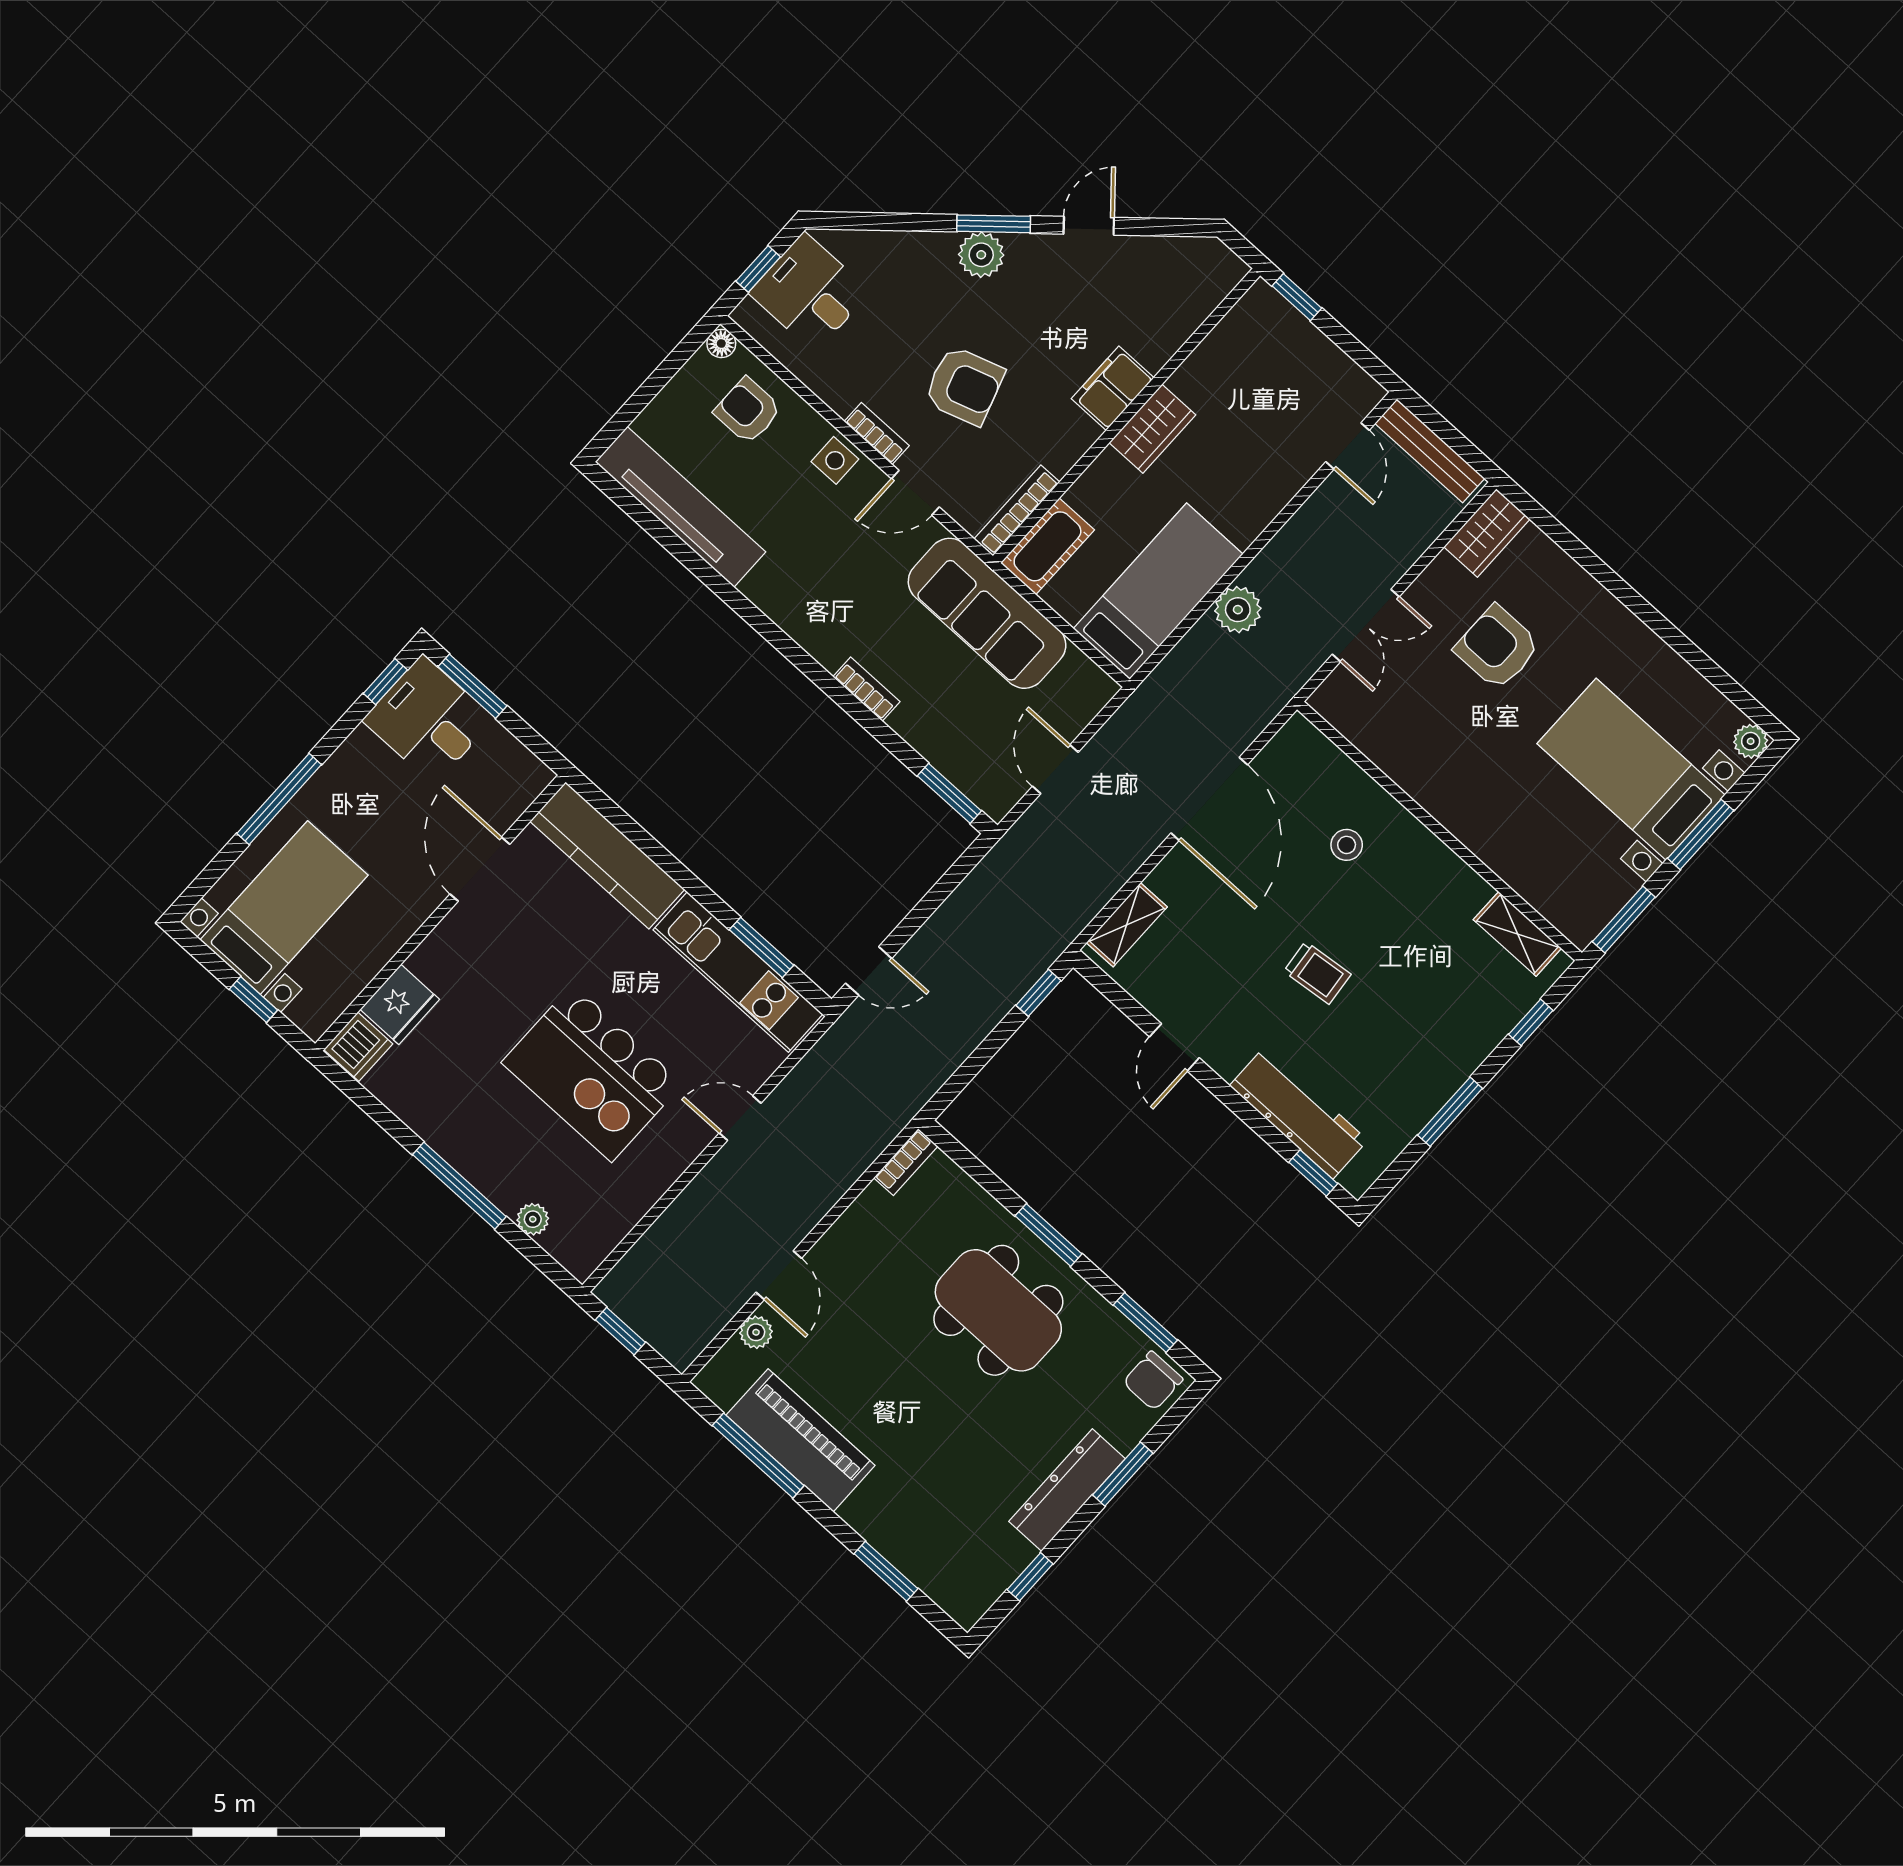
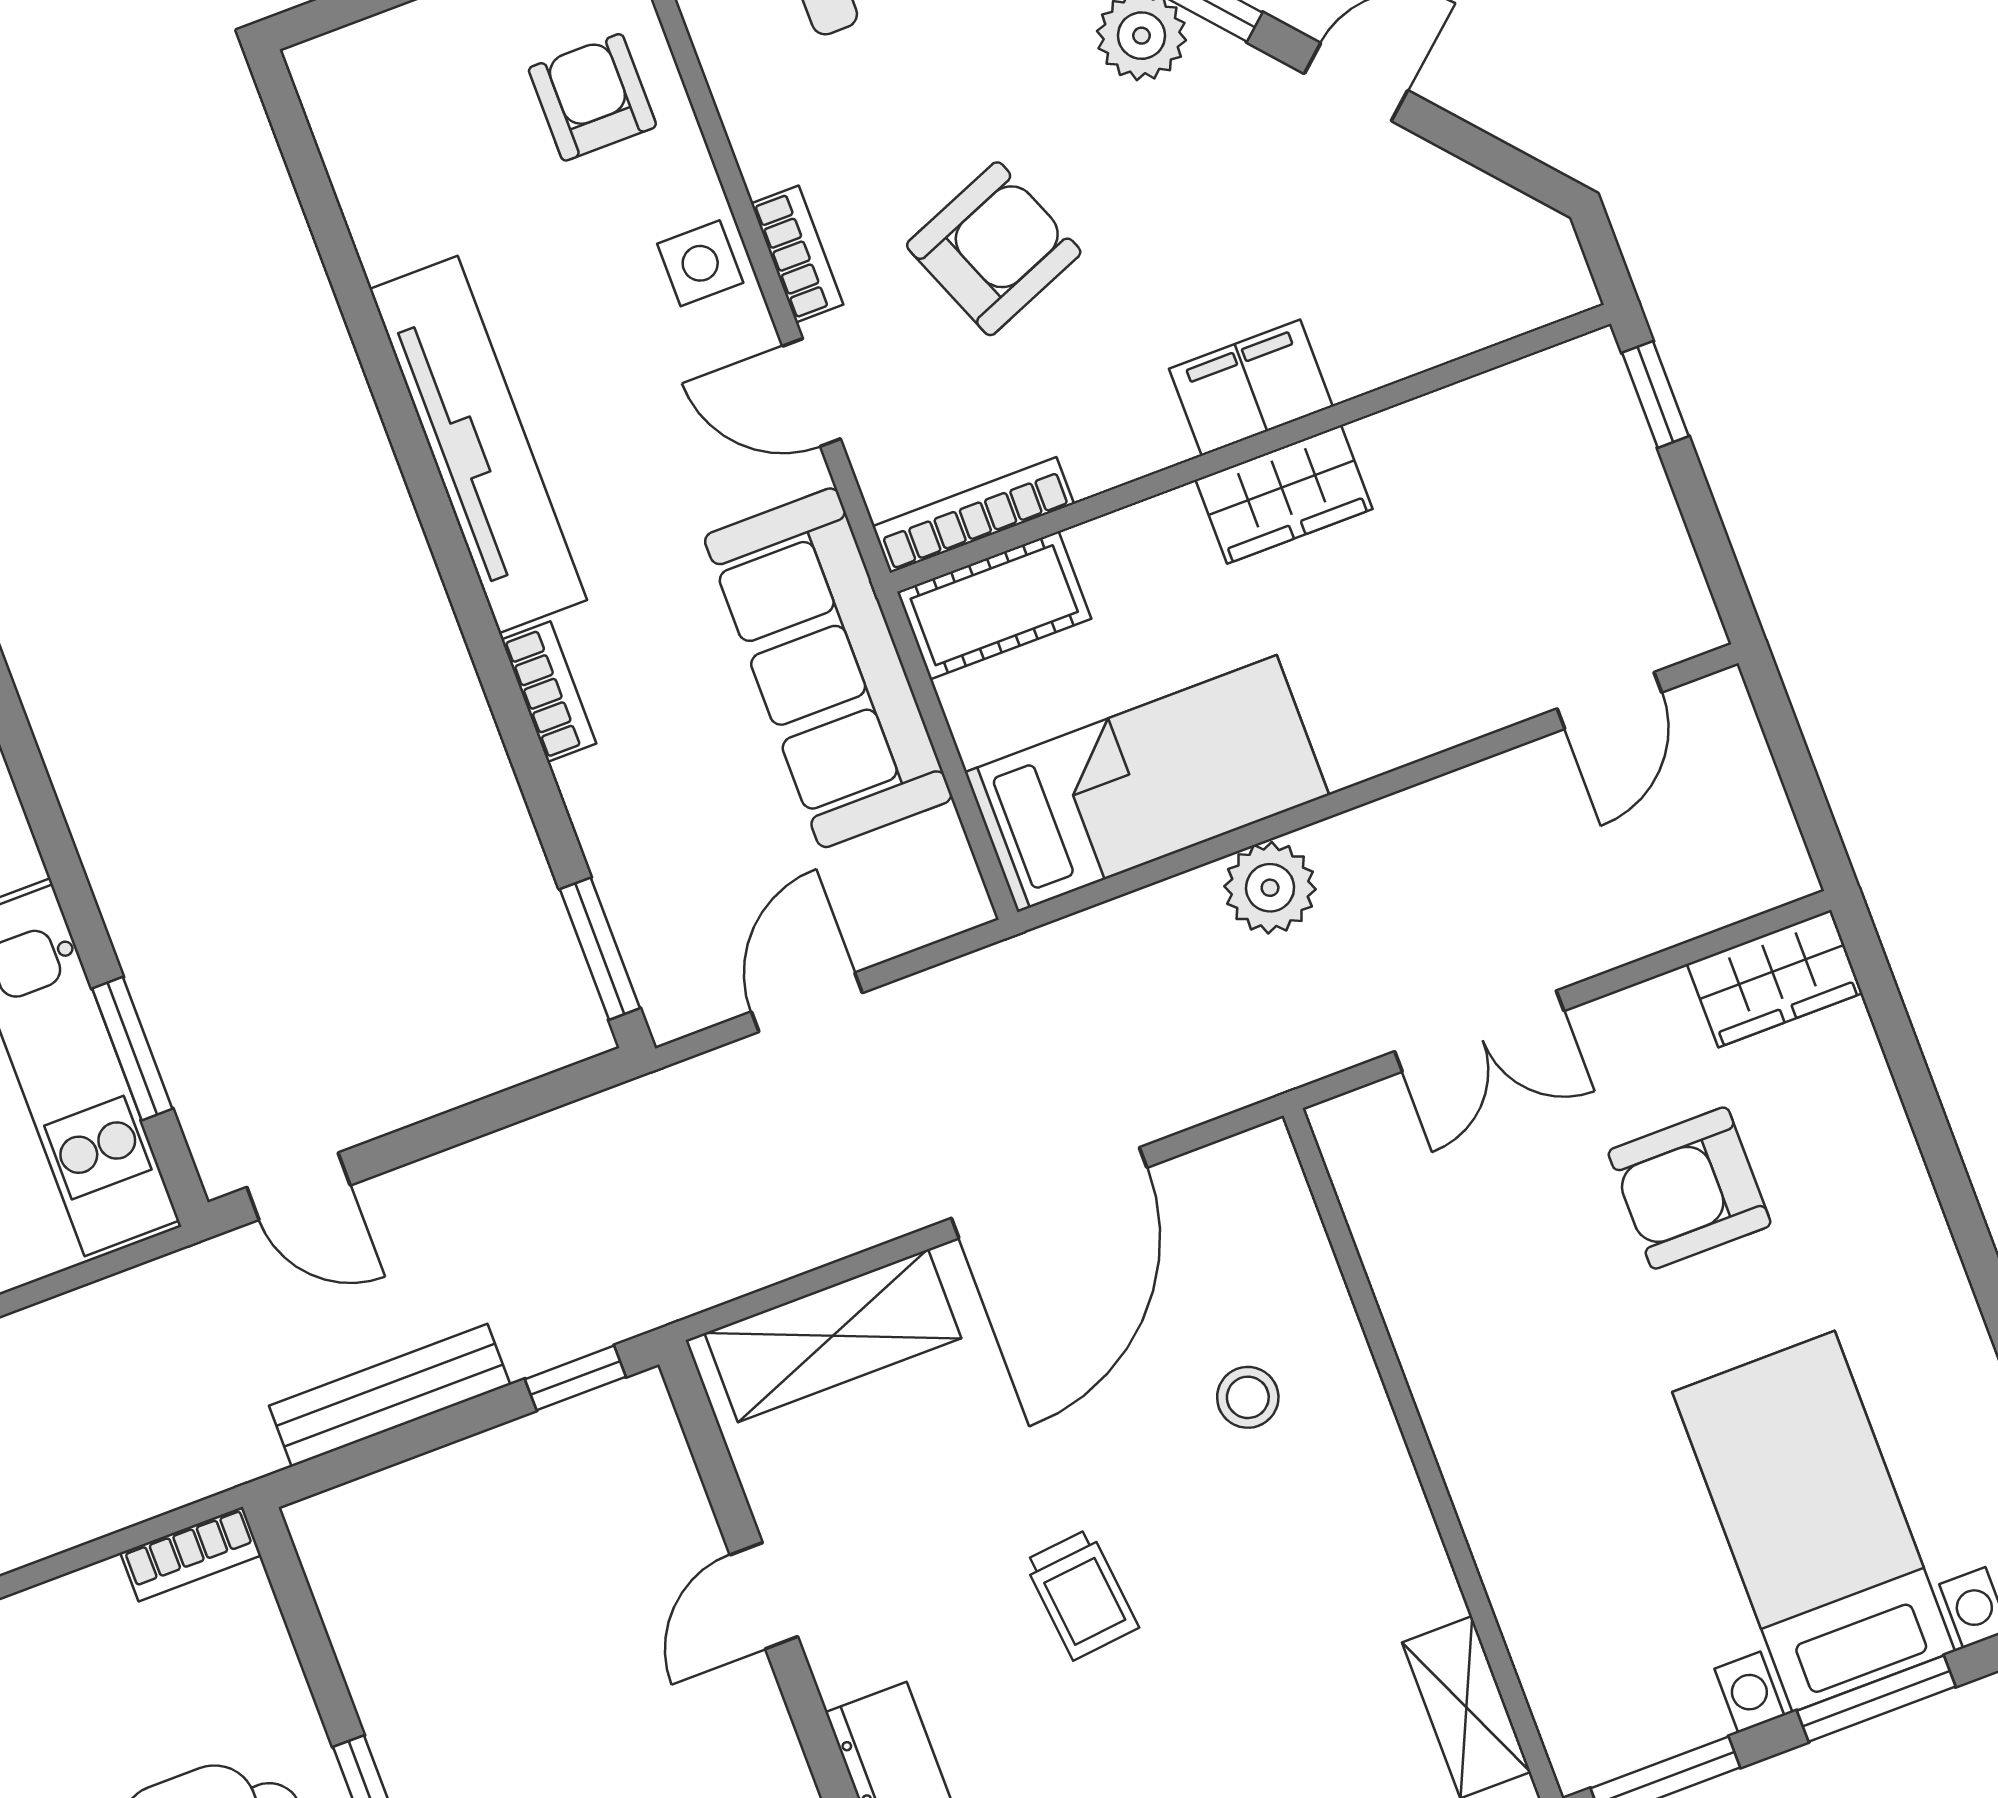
armchair: (964, 385) -> (994, 249), turned -94
bench: (1430, 451) -> (390, 1395), moved, turned 90
tv unit: (681, 507) -> (478, 444), moved
armchair: (1497, 647) -> (1689, 1188), turned -90
shelving: (1127, 925) -> (833, 1336), width x1.50, depth x1.33

